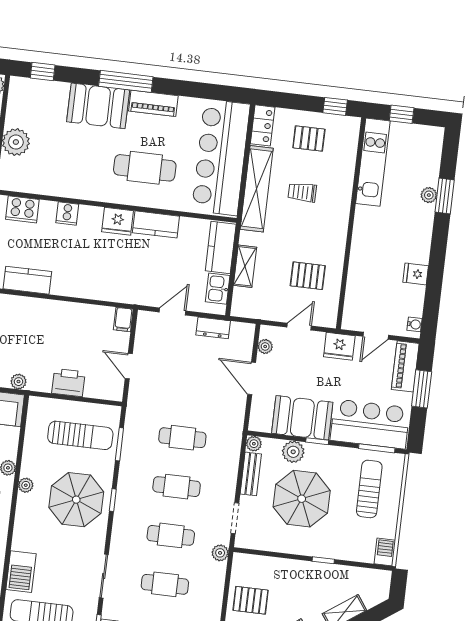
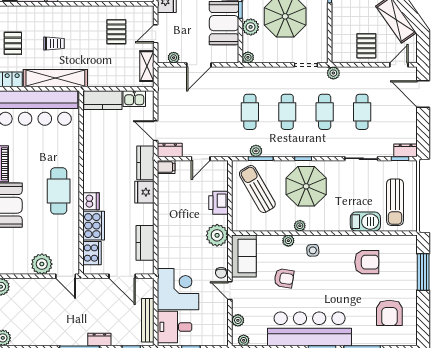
cafe table: (145, 168) -> (59, 191), moved
trolley: (302, 192) -> (54, 43), turned -90
cooker: (67, 213) -> (94, 226), width x1.87, depth x1.31
dishwasher: (90, 216) -> (91, 201), added
fridge: (118, 221) -> (144, 192), moved, turned 180
kitchen counter: (156, 224) -> (145, 163), moved, turned 180
shelving: (245, 266) -> (147, 66), moved, turned 90
door: (299, 327) -> (156, 34), hinge flipped
dresser: (213, 328) -> (170, 150), moved, turned -90
plant: (19, 382) -> (217, 235), width x1.88, depth x1.88
sun lounger: (80, 435) -> (257, 189), turned -30
plant: (130, 440) -> (256, 151), added
bench: (251, 474) -> (271, 57), removed

